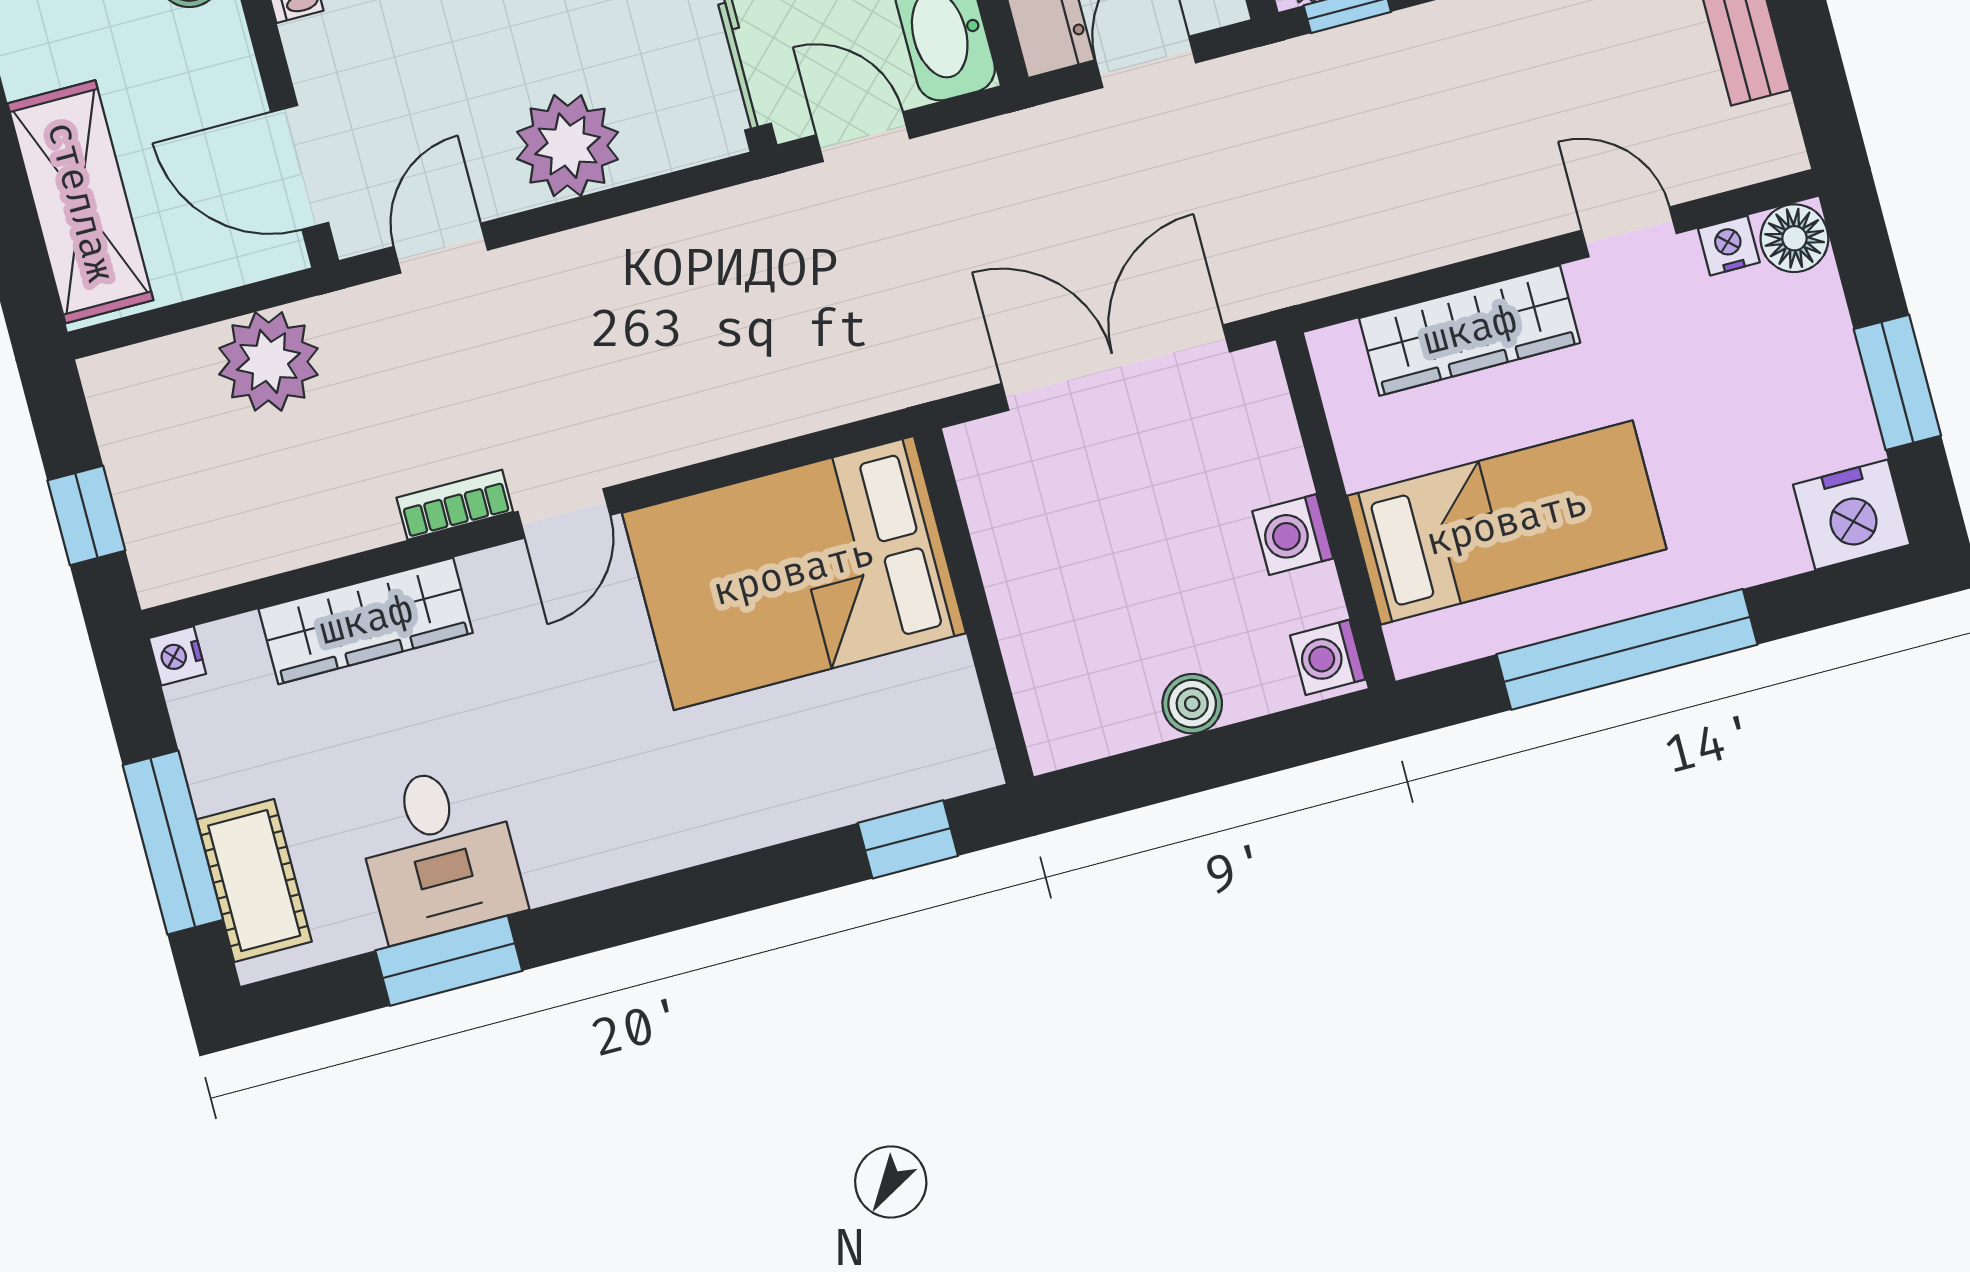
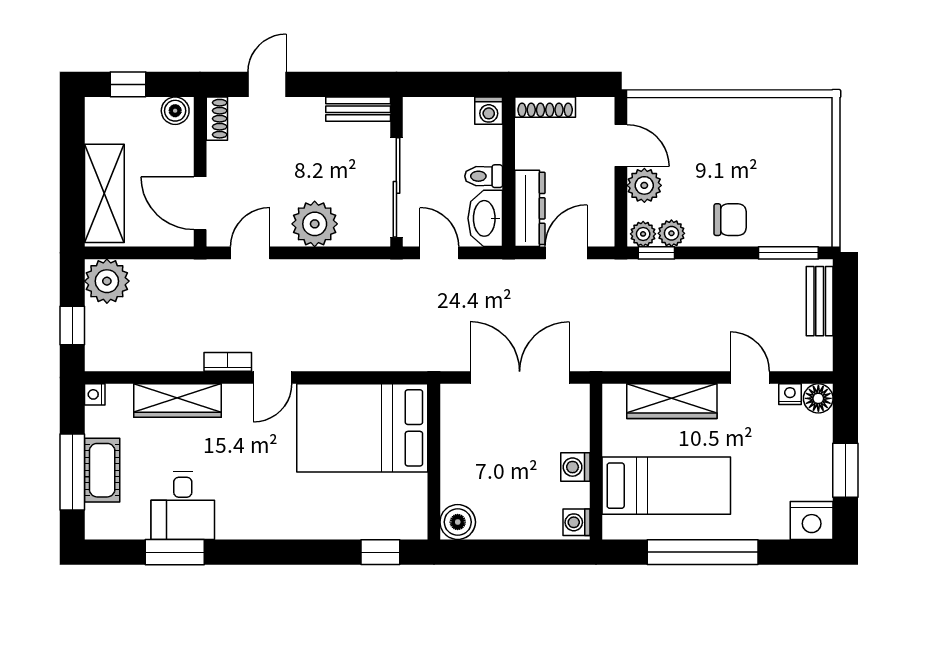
plant: (268, 361) -> (107, 281), moved
boiler: (1192, 704) -> (458, 522), moved, width x1.36, depth x1.36
cot: (254, 881) -> (102, 470), moved

